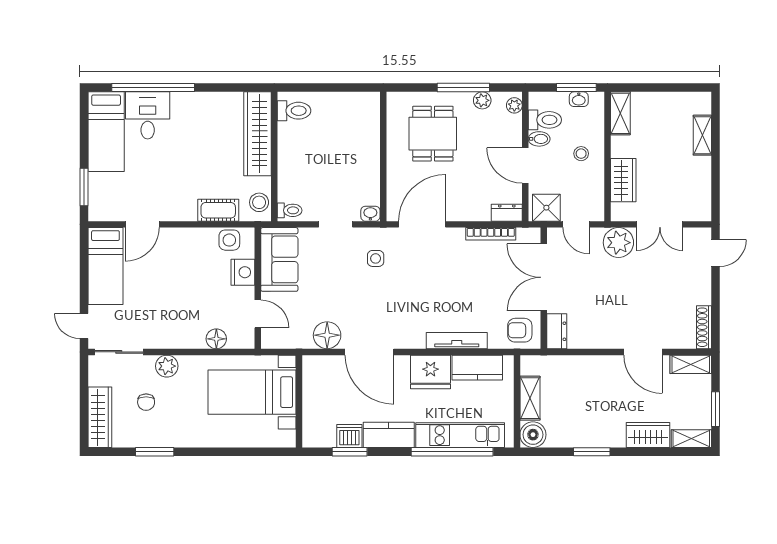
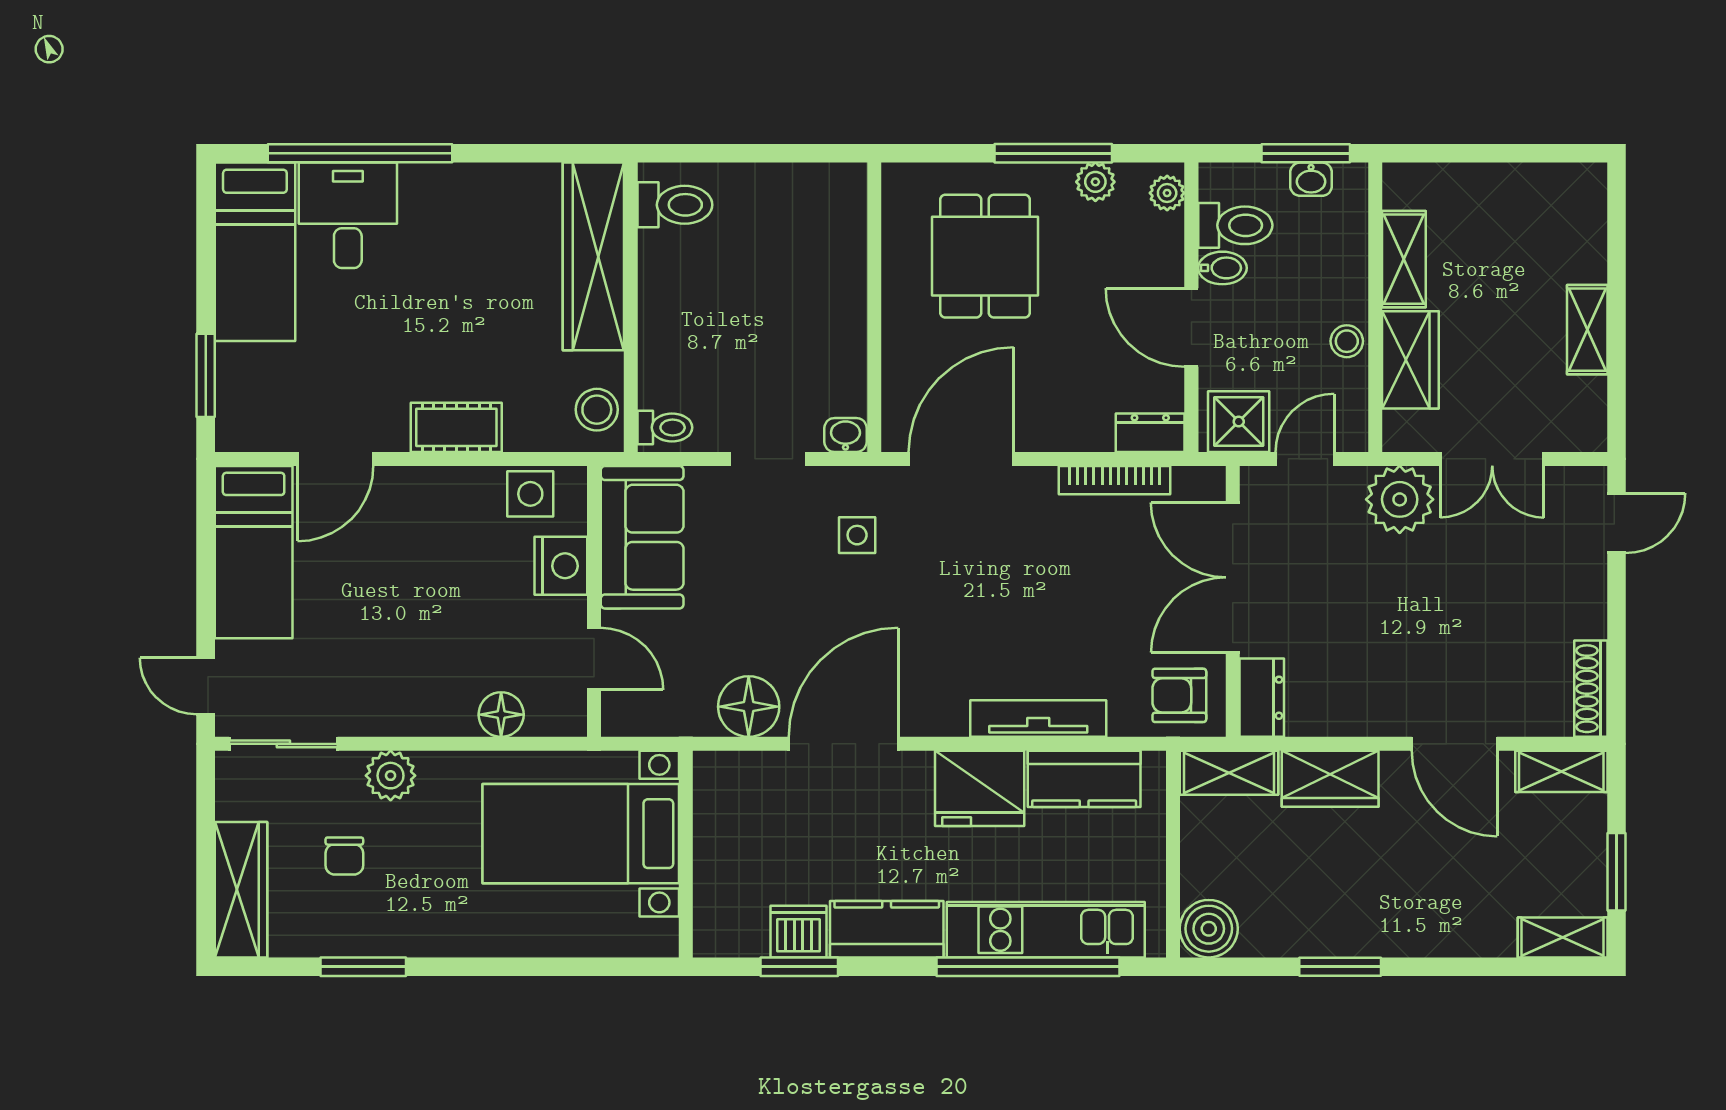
shelving: (620, 113) -> (1404, 259), moved
shelving: (702, 135) -> (1587, 330), moved
stool: (581, 154) -> (1347, 341), moved
cot: (218, 210) -> (456, 427), moved
door: (576, 224) -> (1305, 459), swing flipped
door: (369, 352) -> (843, 744), swing flipped
shelving: (530, 398) -> (1229, 773), moved, turned 90
wardrobe: (648, 435) -> (1330, 779), moved, turned 180

